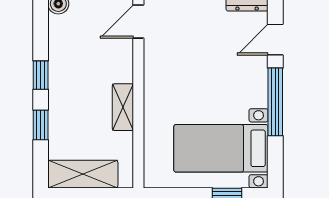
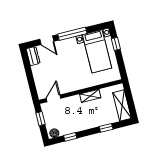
door: (138, 22) -> (53, 98), swing flipped
window: (41, 75) -> (70, 137), moved

